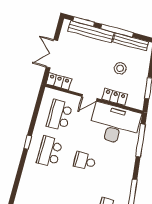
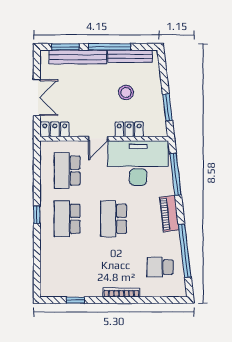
double door: (52, 54) -> (37, 98), swing flipped
school desk: (85, 161) -> (114, 219), width x1.85
piano: (128, 169) -> (169, 214), added

